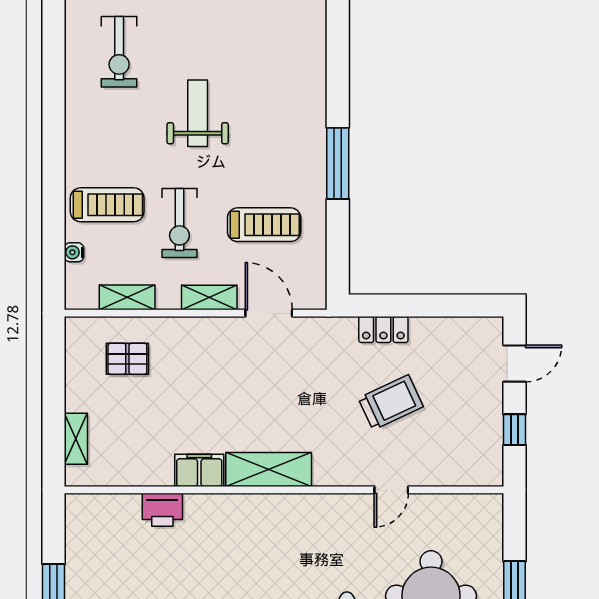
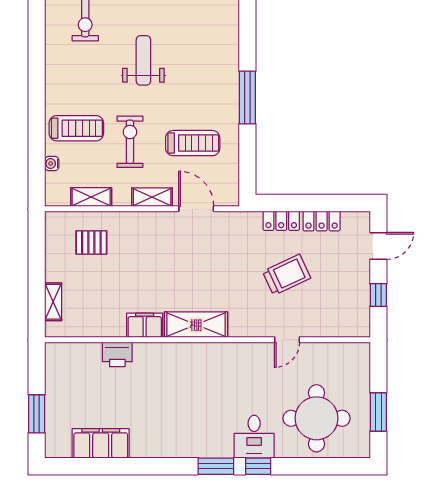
exercise bike: (179, 223) -> (130, 142), turned 180
locker: (438, 330) -> (322, 221), added

